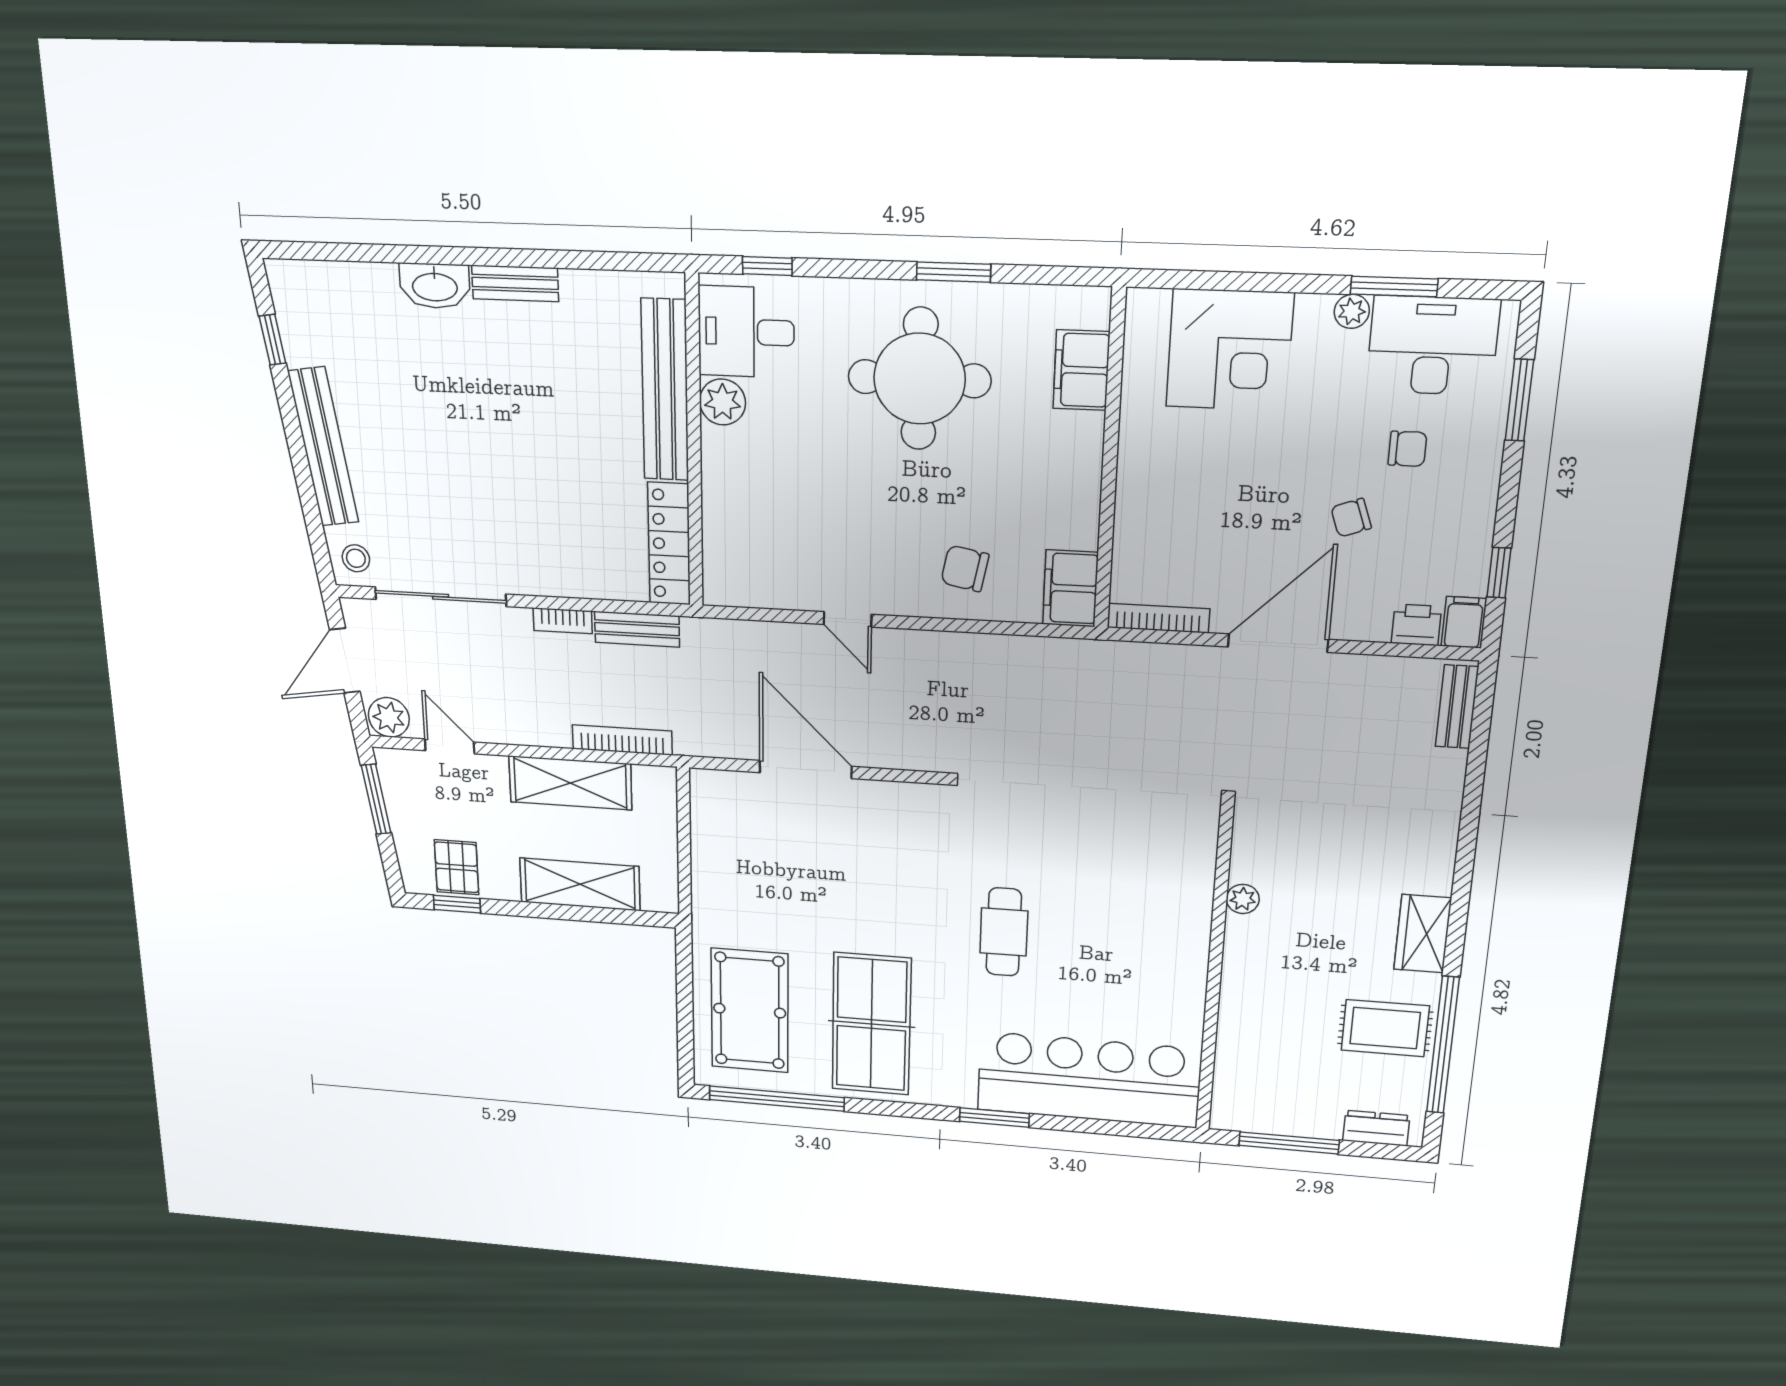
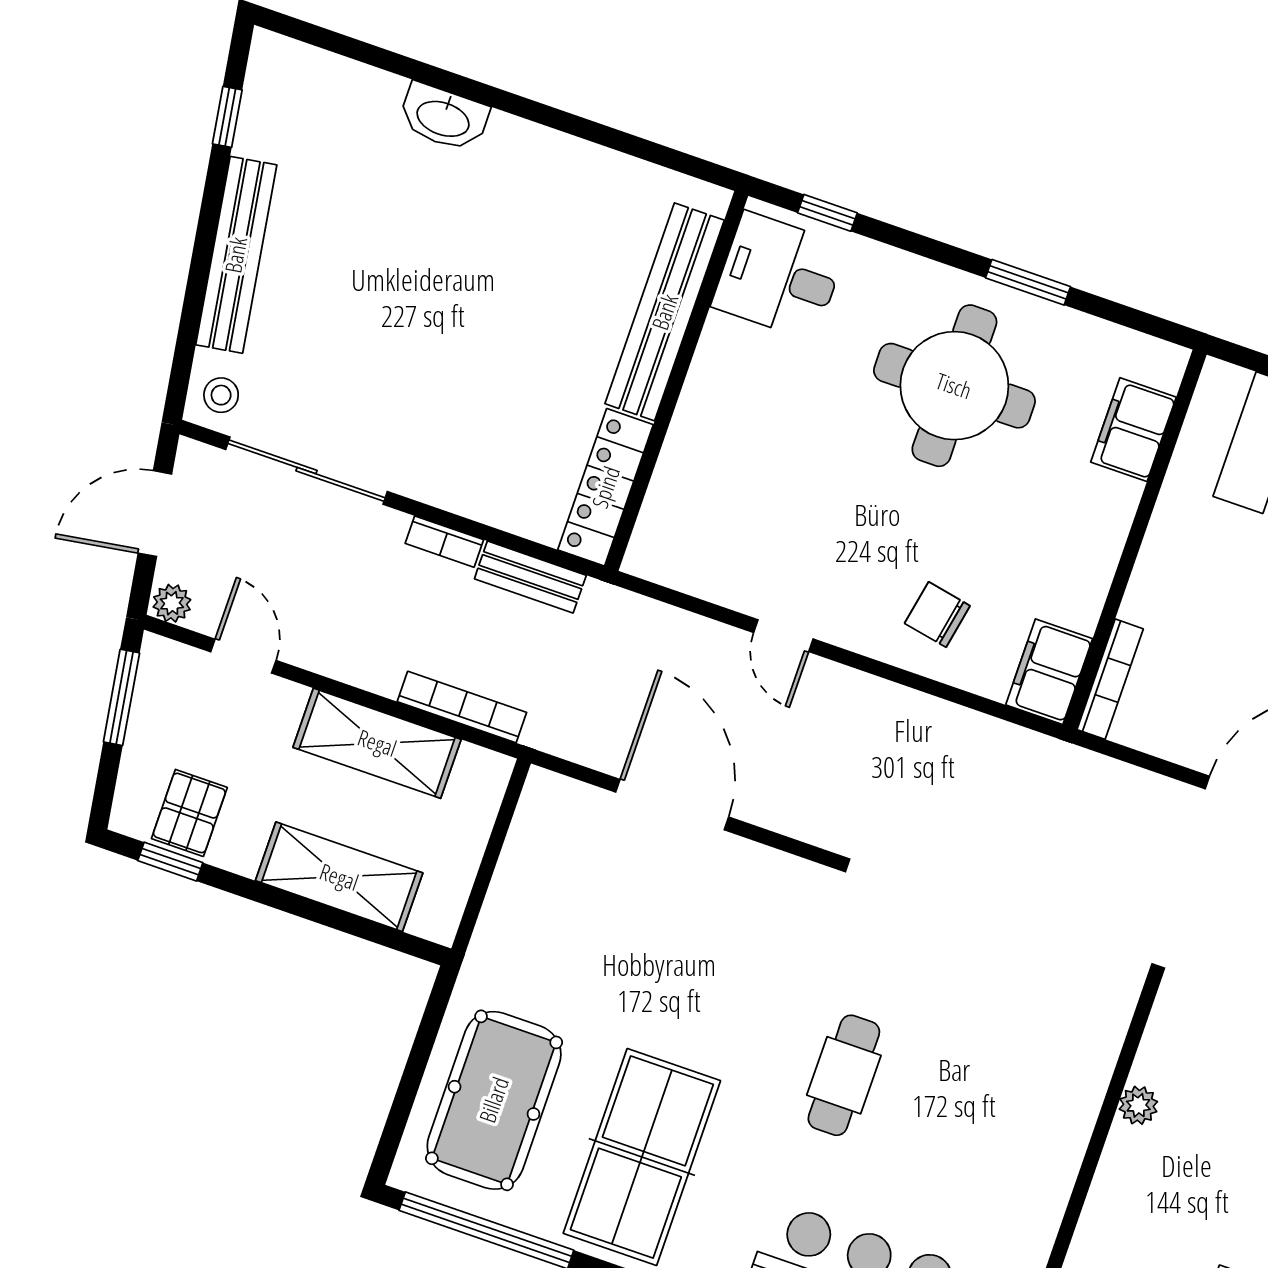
bench: (515, 283) -> (537, 143), removed
plant: (722, 402) -> (725, 345), removed
bookcase: (1158, 618) -> (1110, 679), moved, turned 90
plant: (389, 717) -> (172, 603), width x0.73, depth x0.73

